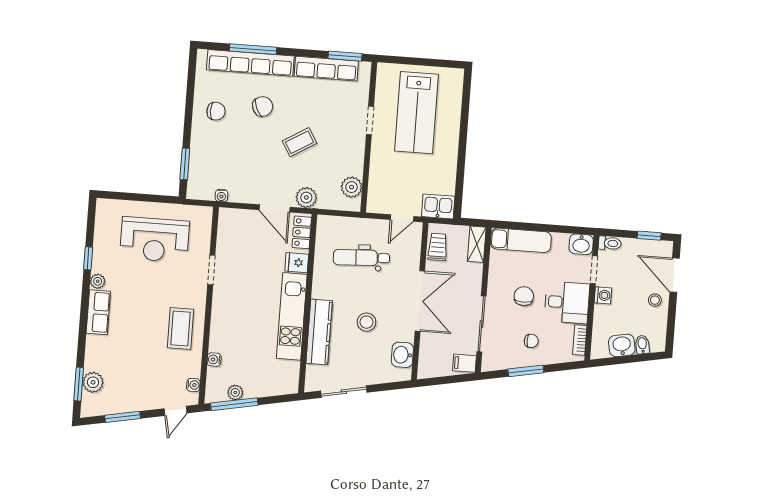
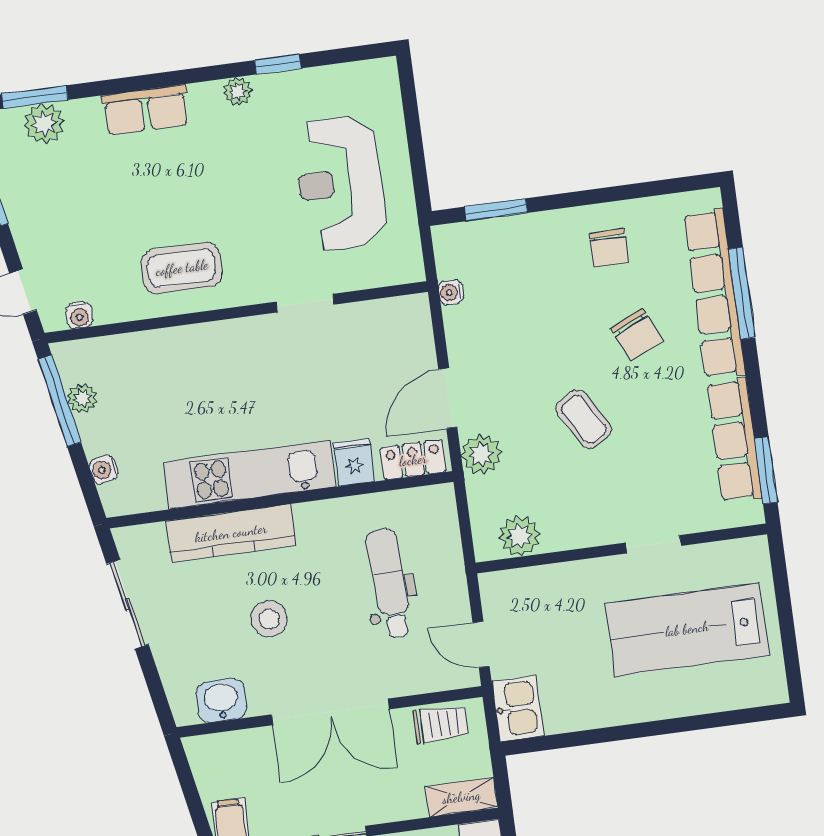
row of seats: (98, 312) -> (146, 110), moved
water cooler: (214, 360) -> (104, 470), moved, turned -101

